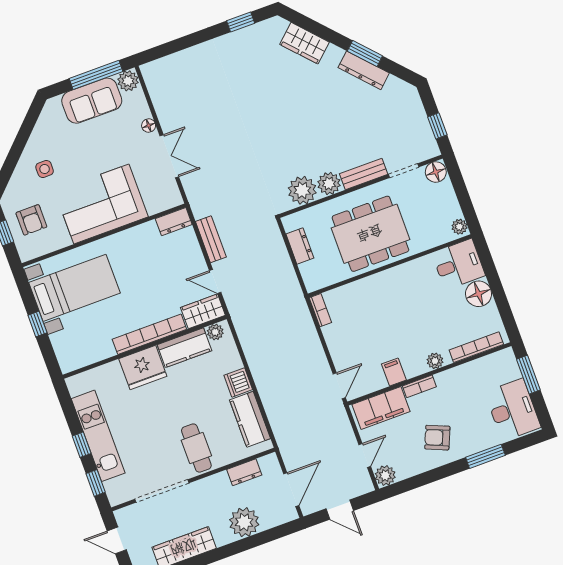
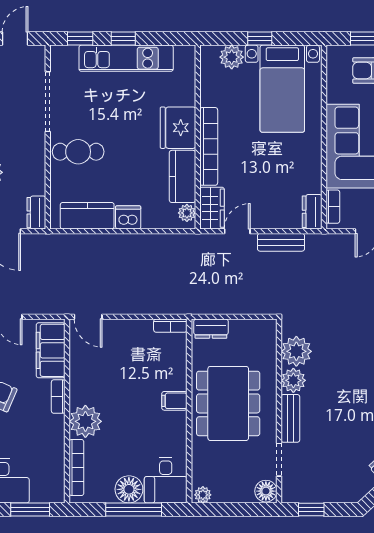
bookcase: (162, 205) -> (333, 207), added
dresser: (300, 246) -> (211, 329), moved
window: (495, 283) -> (134, 509), added
plant: (63, 343) -> (232, 57), added
plant: (435, 361) -> (85, 421), width x1.88, depth x1.88
filing cabinet: (394, 372) -> (174, 401), moved, turned 180
dresser: (244, 472) -> (36, 213), moved

